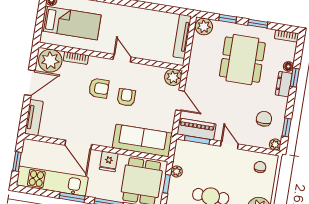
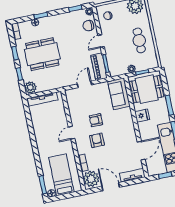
plant: (173, 77) -> (71, 95), removed
dresser: (284, 84) -> (48, 21), removed
chair: (264, 119) -> (88, 26), moved
sofa: (142, 141) -> (119, 94), width x0.73
door: (78, 145) -> (141, 151), moved

